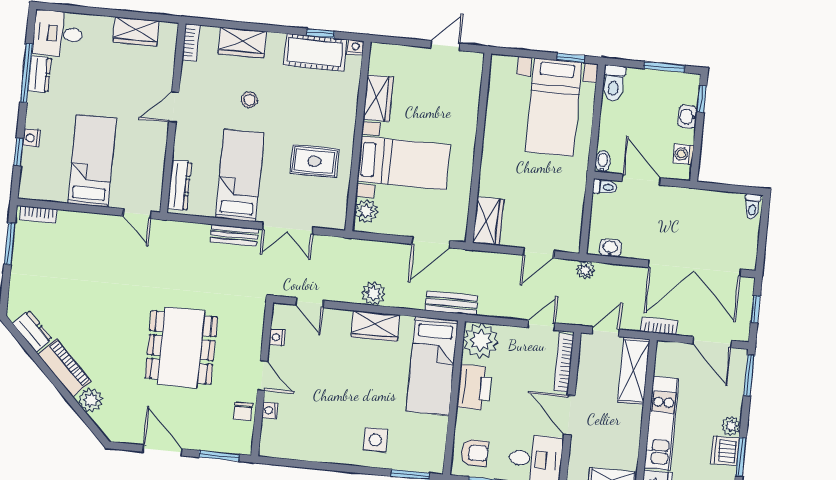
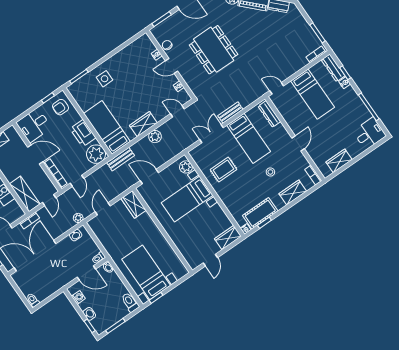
dresser: (40, 74) -> (333, 68), moved, width x1.44
wardrobe: (378, 98) -> (228, 237), moved, turned 90
door: (431, 242) -> (149, 177), hinge flipped

